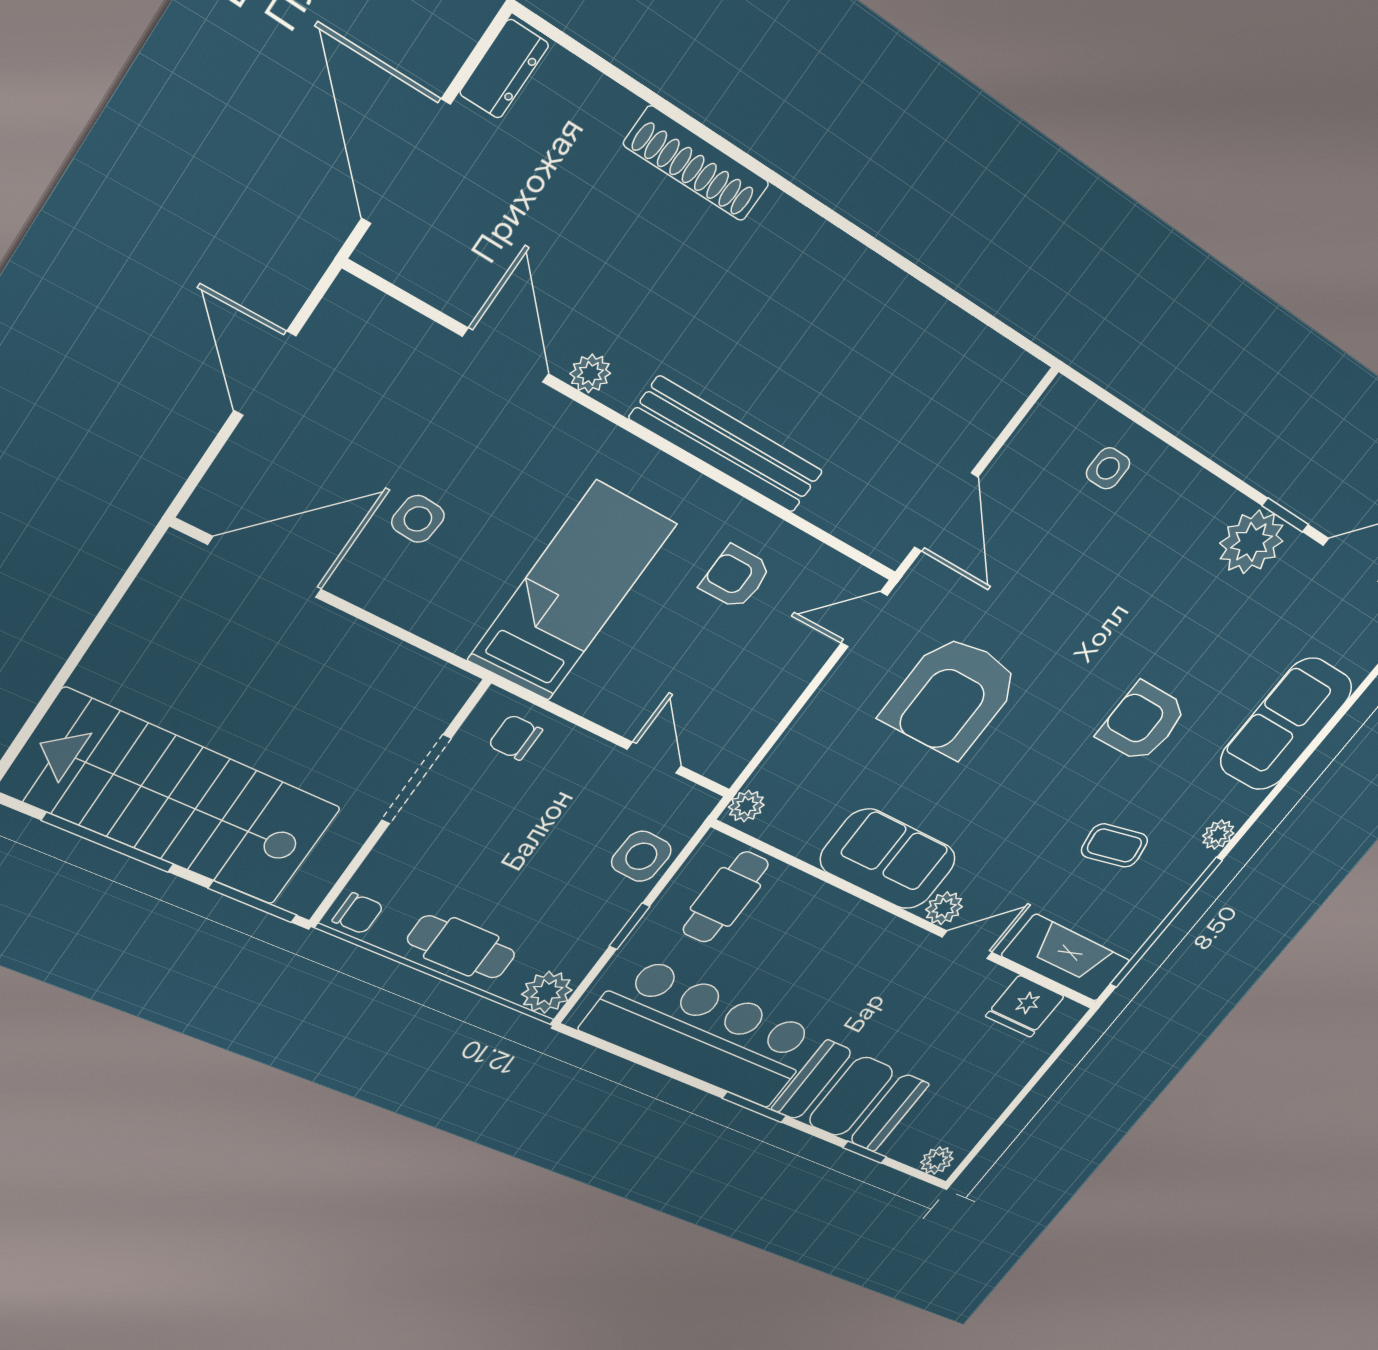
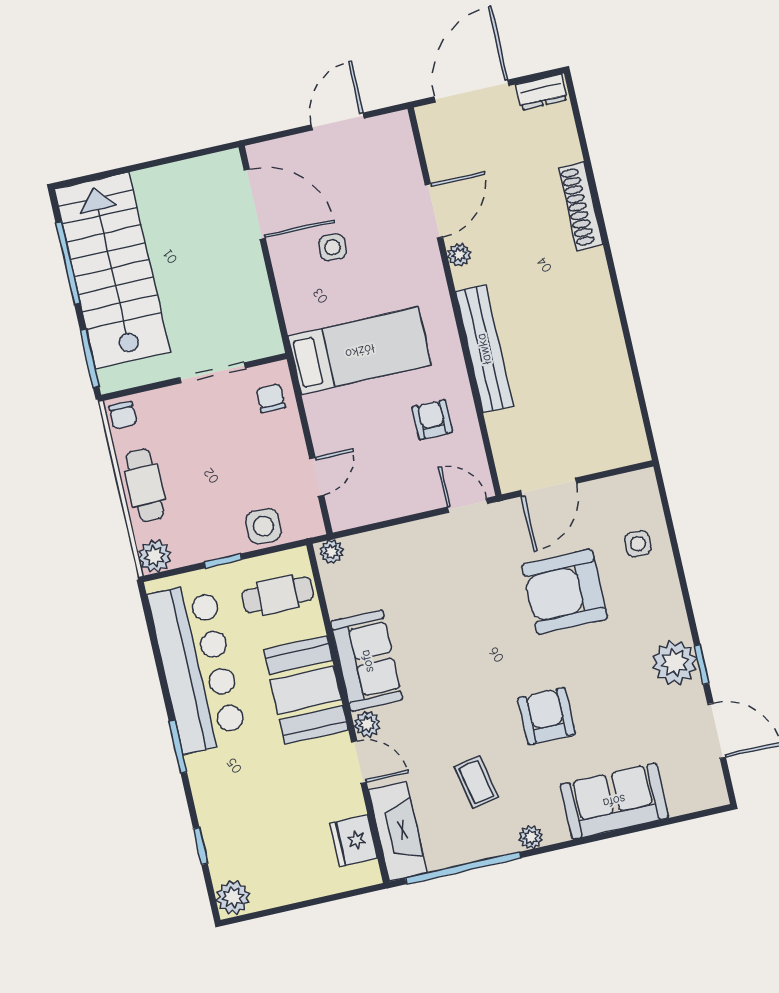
armchair: (952, 696) -> (565, 592), moved
booth: (851, 1096) -> (306, 690), moved
plant: (937, 1160) -> (233, 897), width x1.38, depth x1.38

